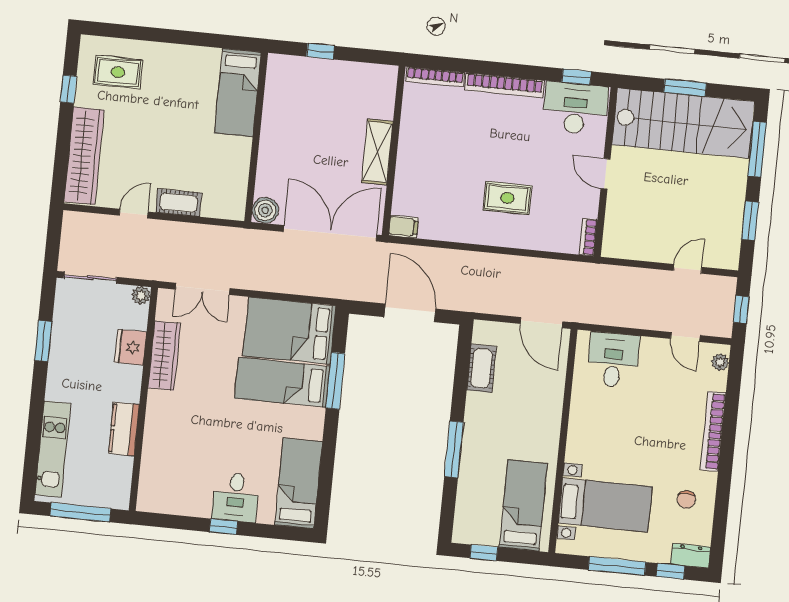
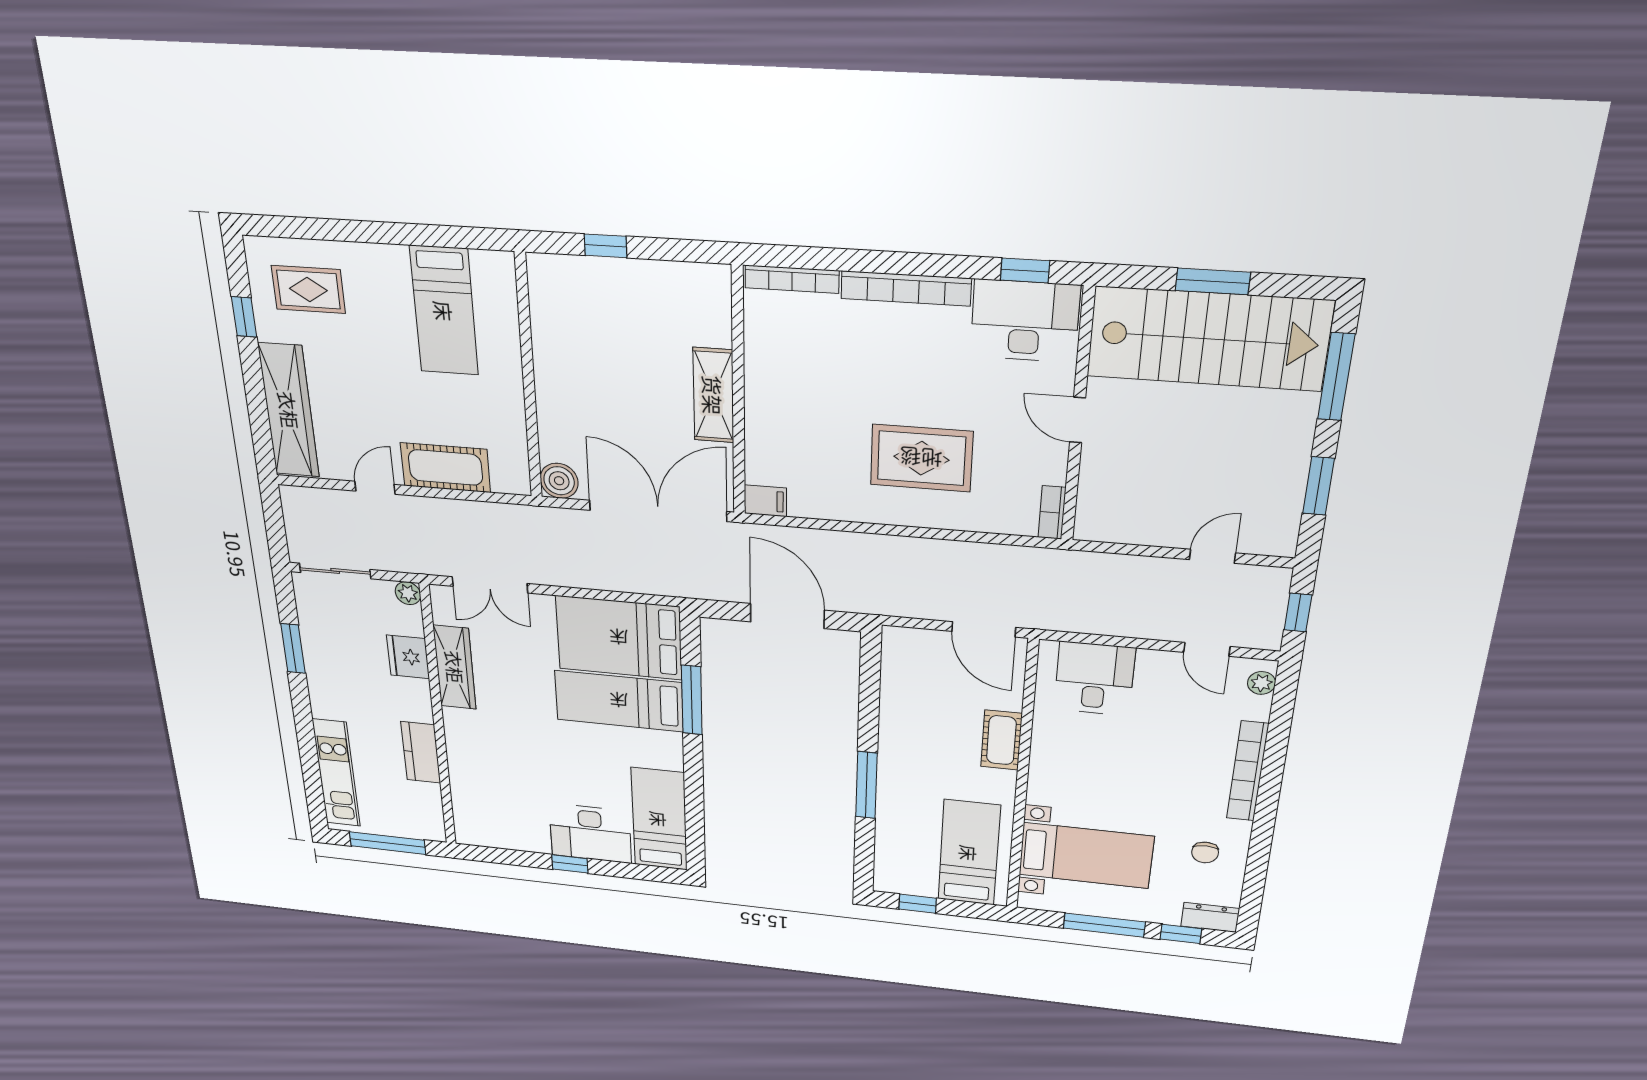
bed: (238, 93) -> (444, 311), moved
rug: (507, 198) -> (921, 458), width x1.36, depth x1.43
cot: (179, 203) -> (445, 468), width x1.37, depth x1.34
cot: (481, 368) -> (1001, 740), moved
desk: (236, 497) -> (590, 833), width x1.37

